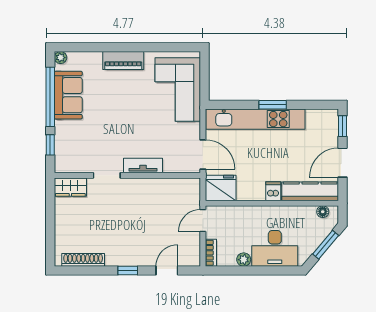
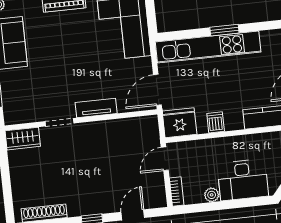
door: (203, 154) -> (157, 90), swing flipped
dishwasher: (273, 191) -> (216, 122), moved

